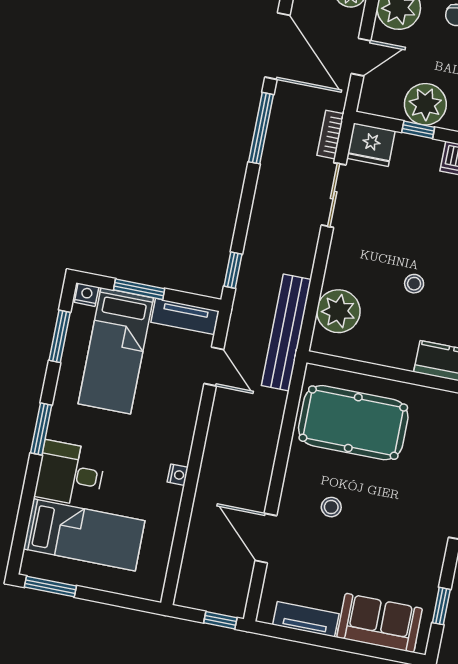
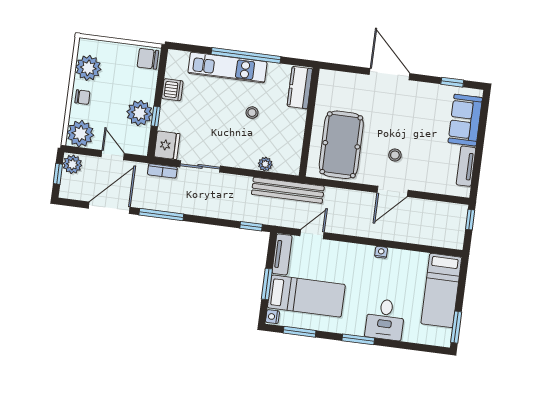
plant: (338, 311) -> (265, 164), width x0.53, depth x0.53
bed: (84, 535) -> (441, 290), moved, turned 180
door: (266, 538) -> (393, 191), moved

